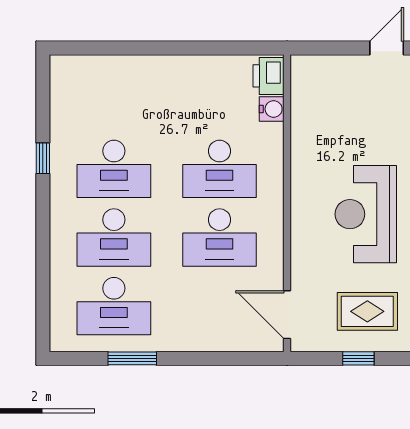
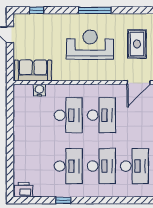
printer: (269, 76) -> (24, 190), moved, turned 180
sofa: (312, 96) -> (33, 70), added
reception desk: (366, 214) -> (90, 45), turned 180

